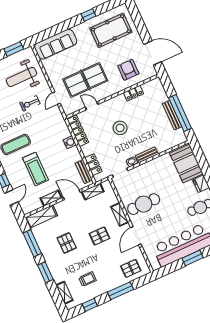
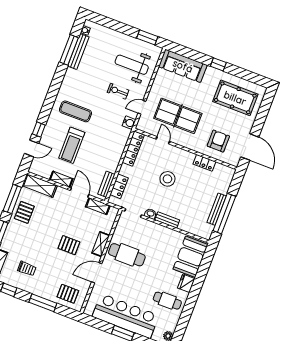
window: (88, 15) -> (218, 64), moved
water cooler: (70, 142) -> (129, 123), moved
pallet: (67, 243) -> (24, 212), moved

